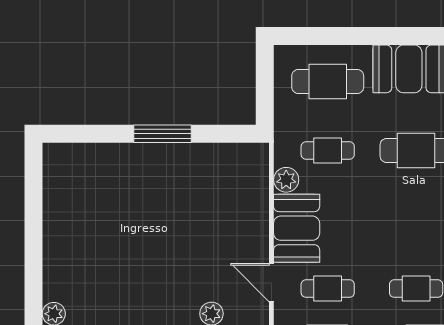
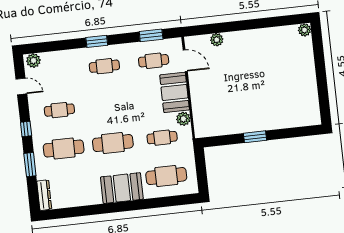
window: (163, 134) -> (255, 137), width x0.69

